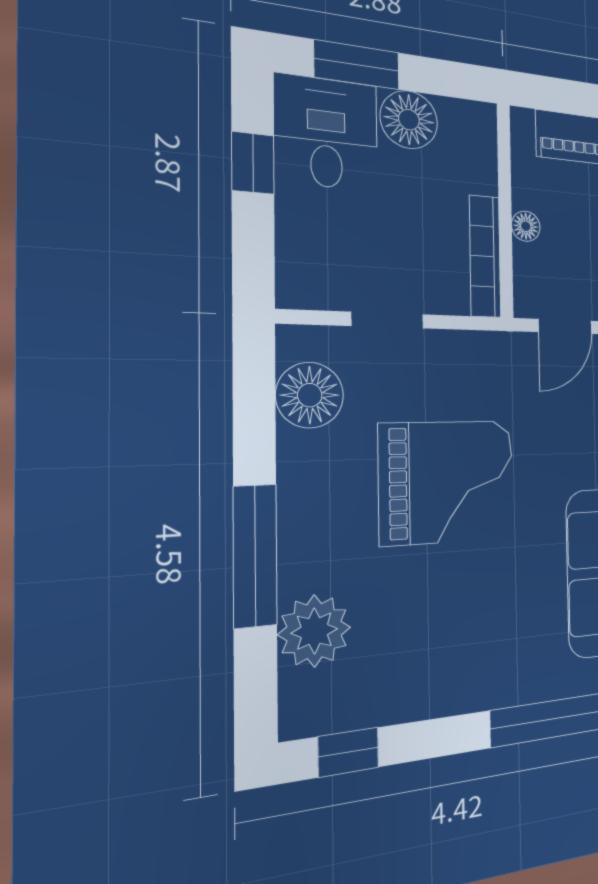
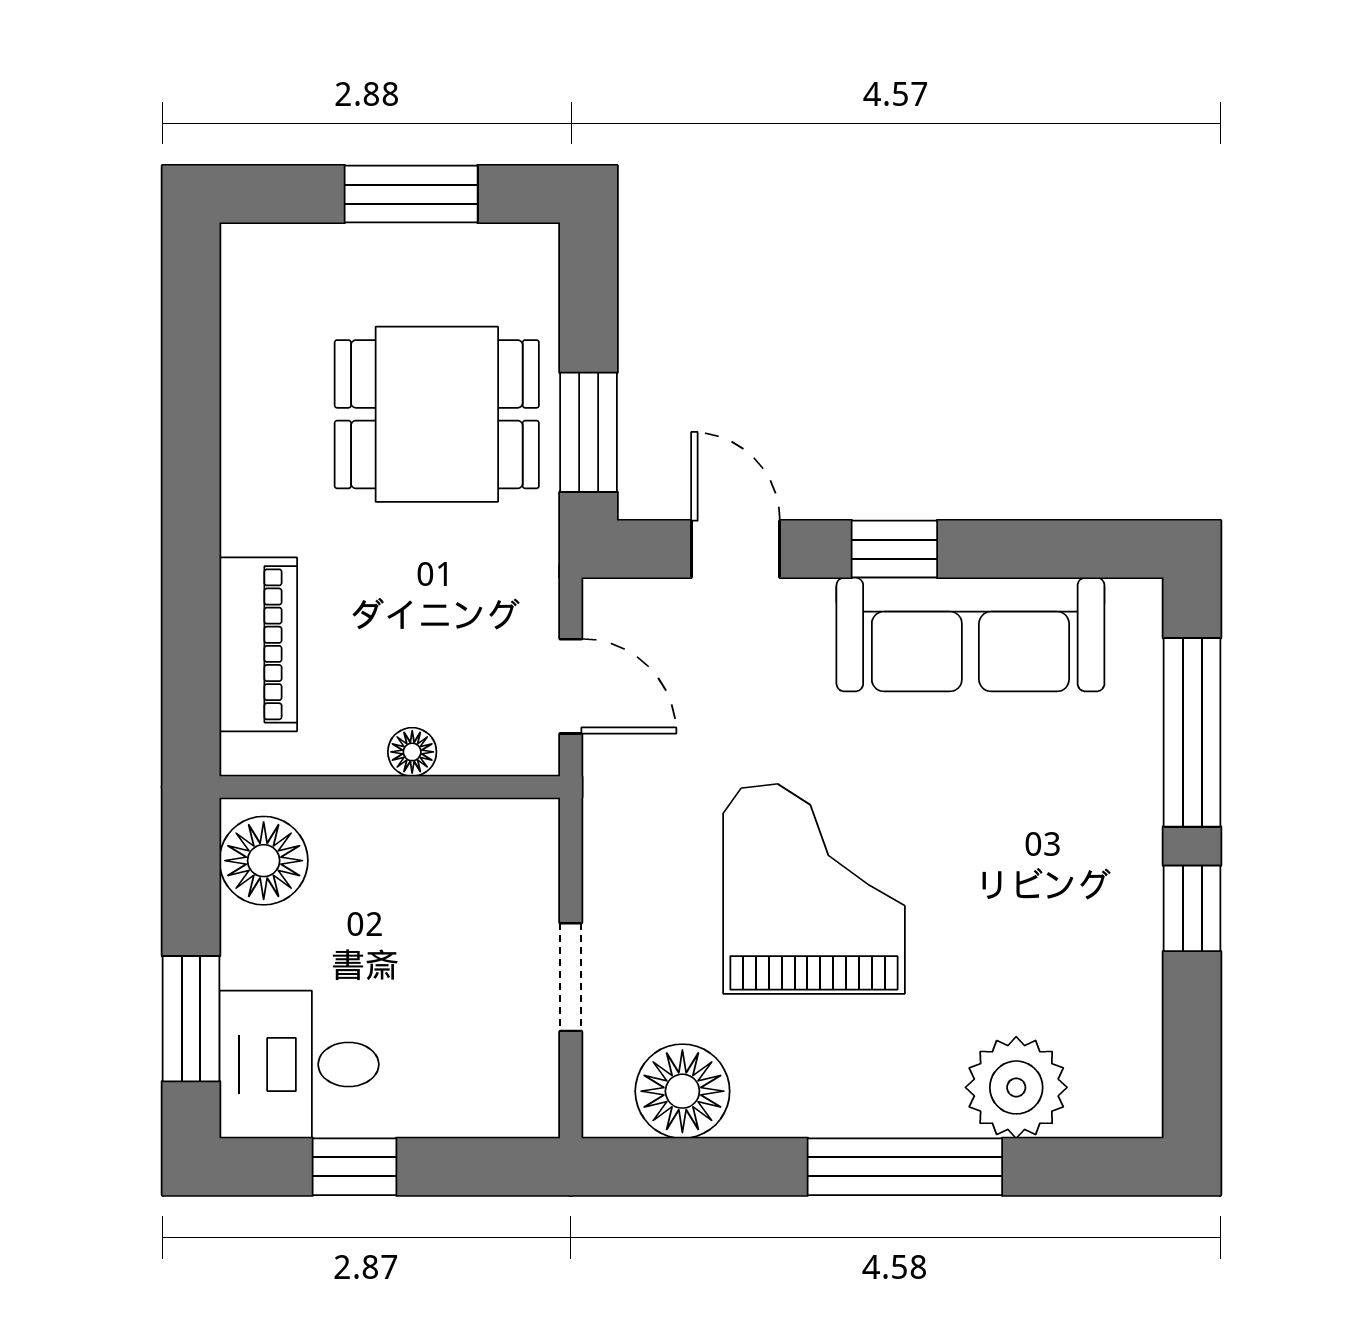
floor lamp: (409, 120) -> (264, 861), moved
bookcase: (485, 256) -> (465, 822), removed
window: (348, 752) -> (1192, 908), moved

